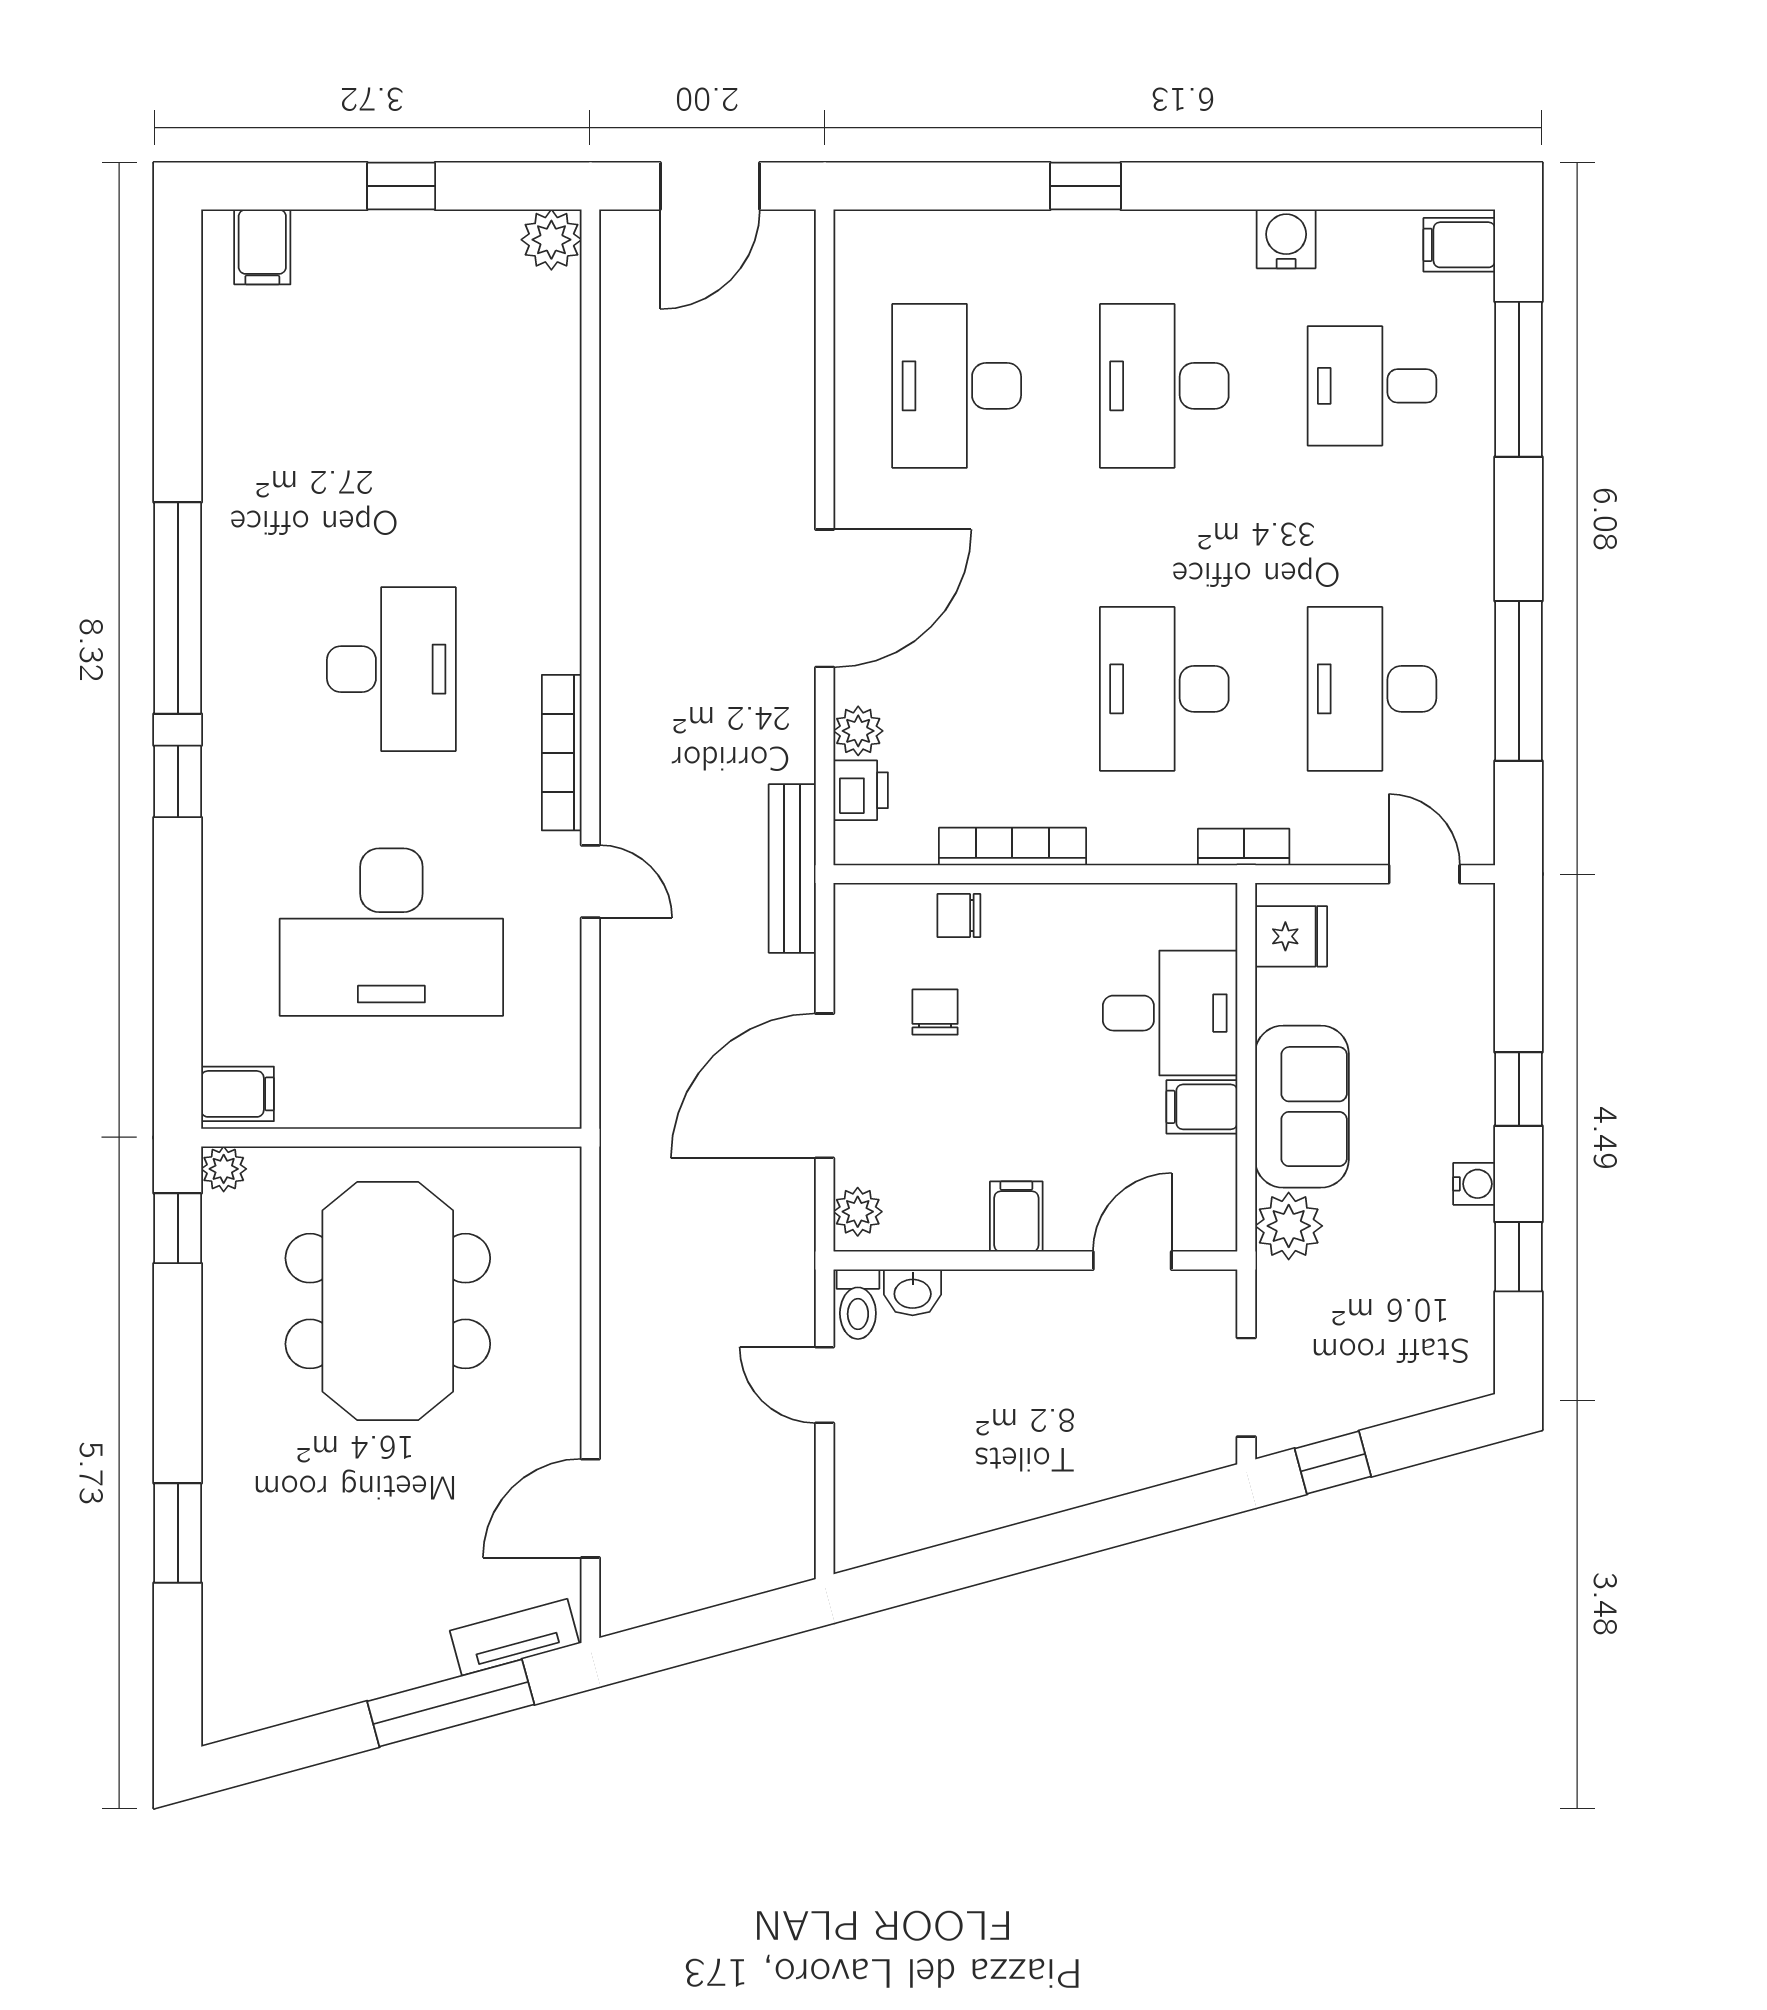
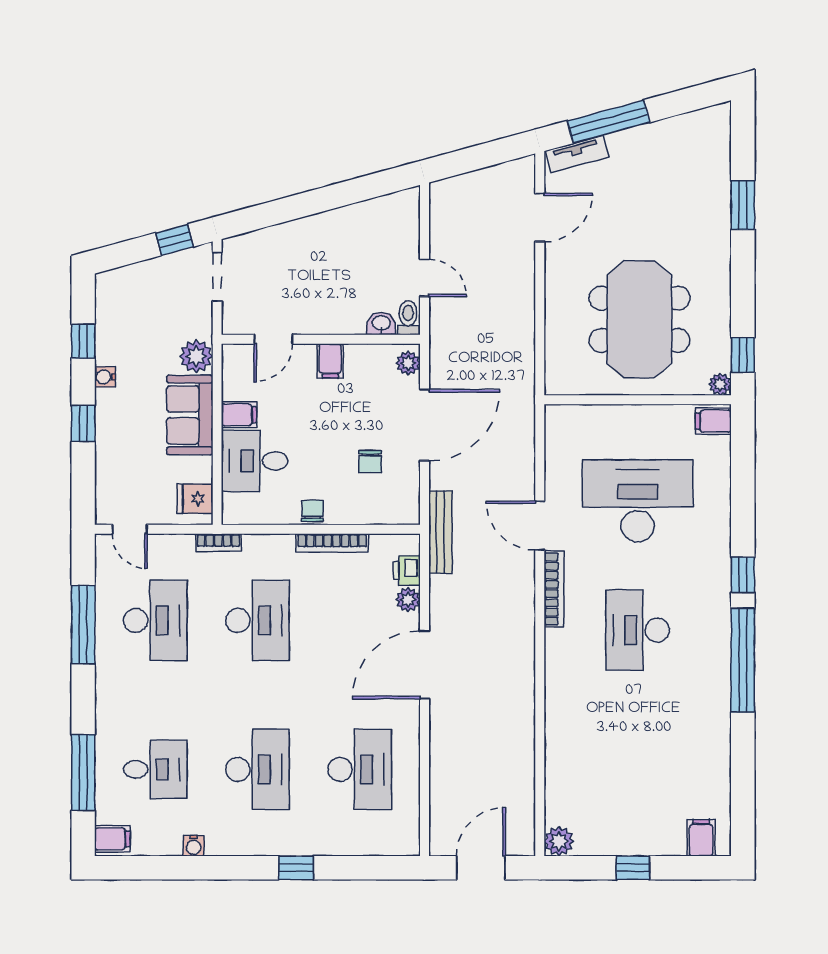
water cooler: (1286, 239) -> (193, 846), width x0.72, depth x0.72
door: (590, 882) -> (540, 526), width x1.38
chair: (959, 916) -> (312, 511), moved, turned -90

